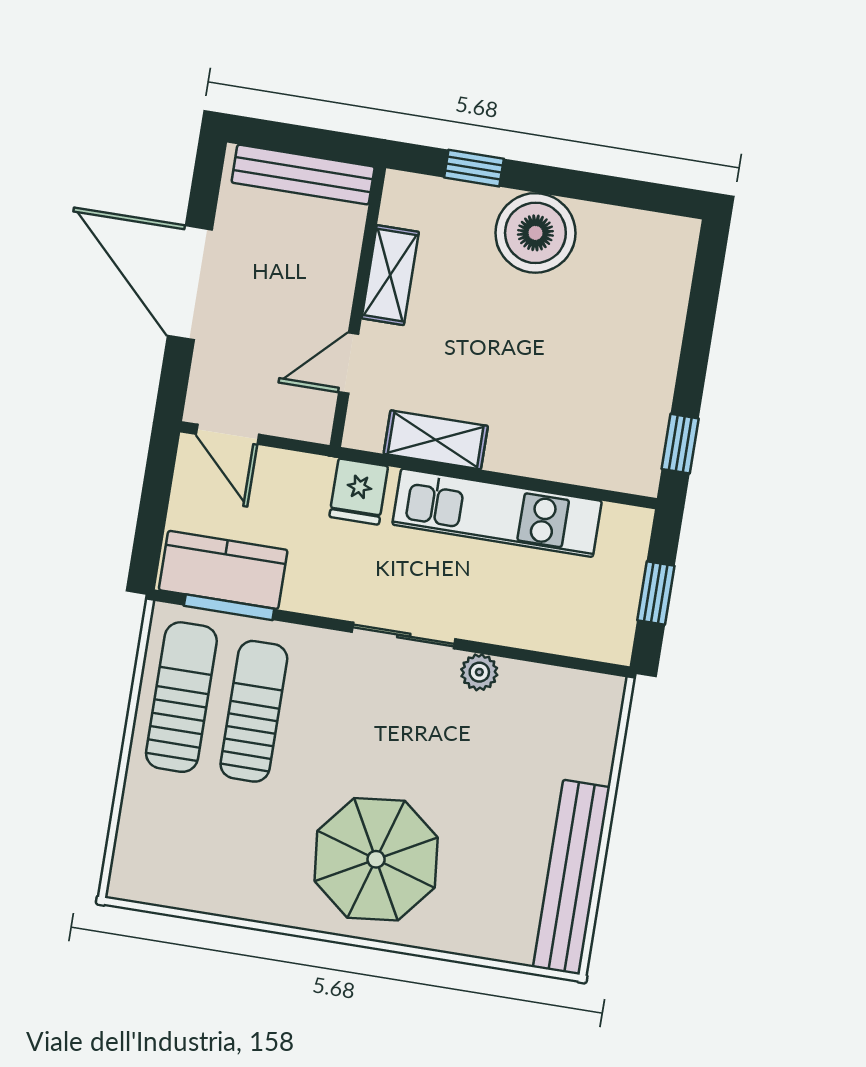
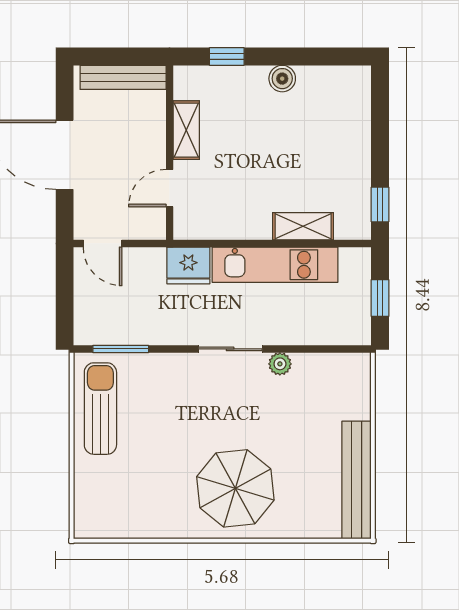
boiler: (535, 233) -> (282, 79), width x0.54, depth x0.54
shelving: (436, 440) -> (303, 226), moved
fridge: (359, 492) -> (188, 265), width x1.38
kitchen counter: (223, 570) -> (113, 327), removed
sun lounger: (254, 711) -> (146, 410), removed

